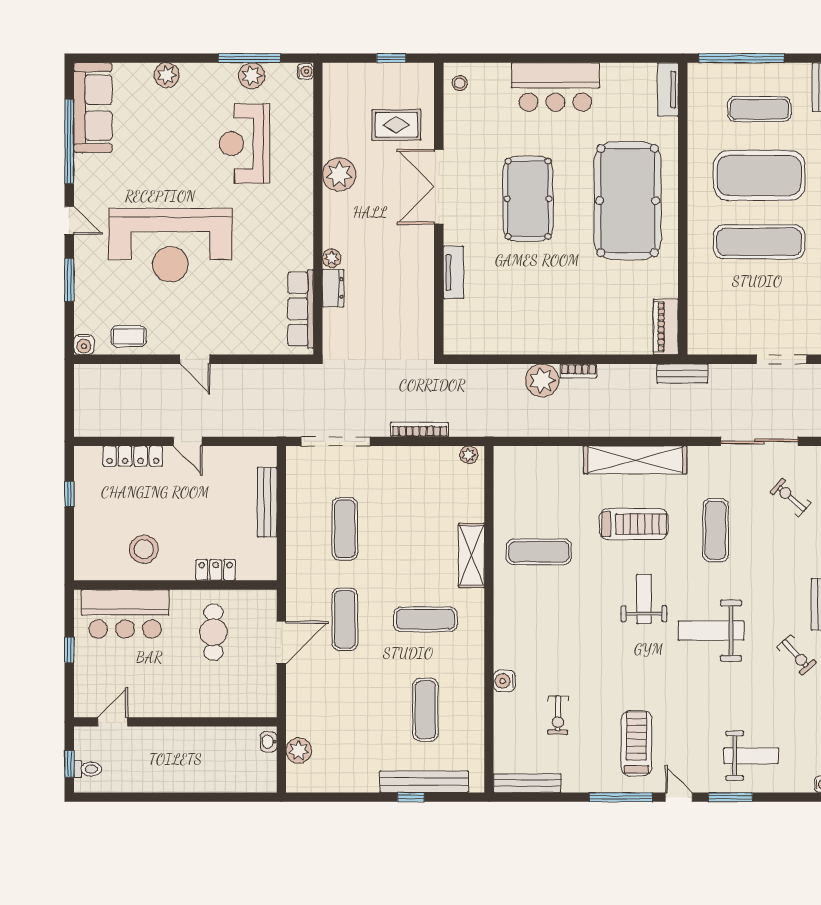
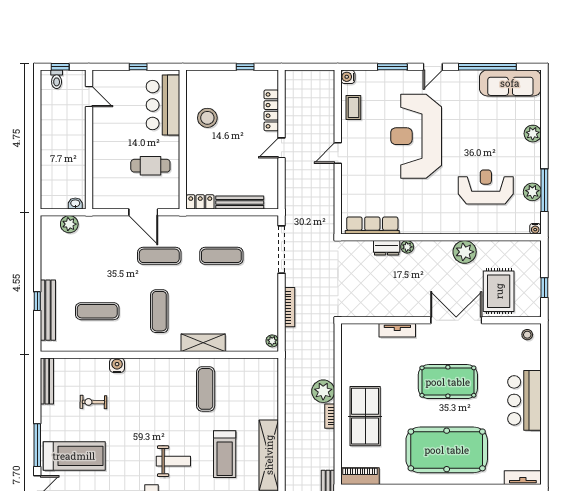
rug: (396, 125) -> (499, 291), width x1.36, depth x1.43
table tennis table: (578, 319) -> (365, 416), added
locker: (216, 570) -> (200, 202), moved, turned -90
treadmill: (636, 743) -> (74, 456), width x1.37, depth x1.38

